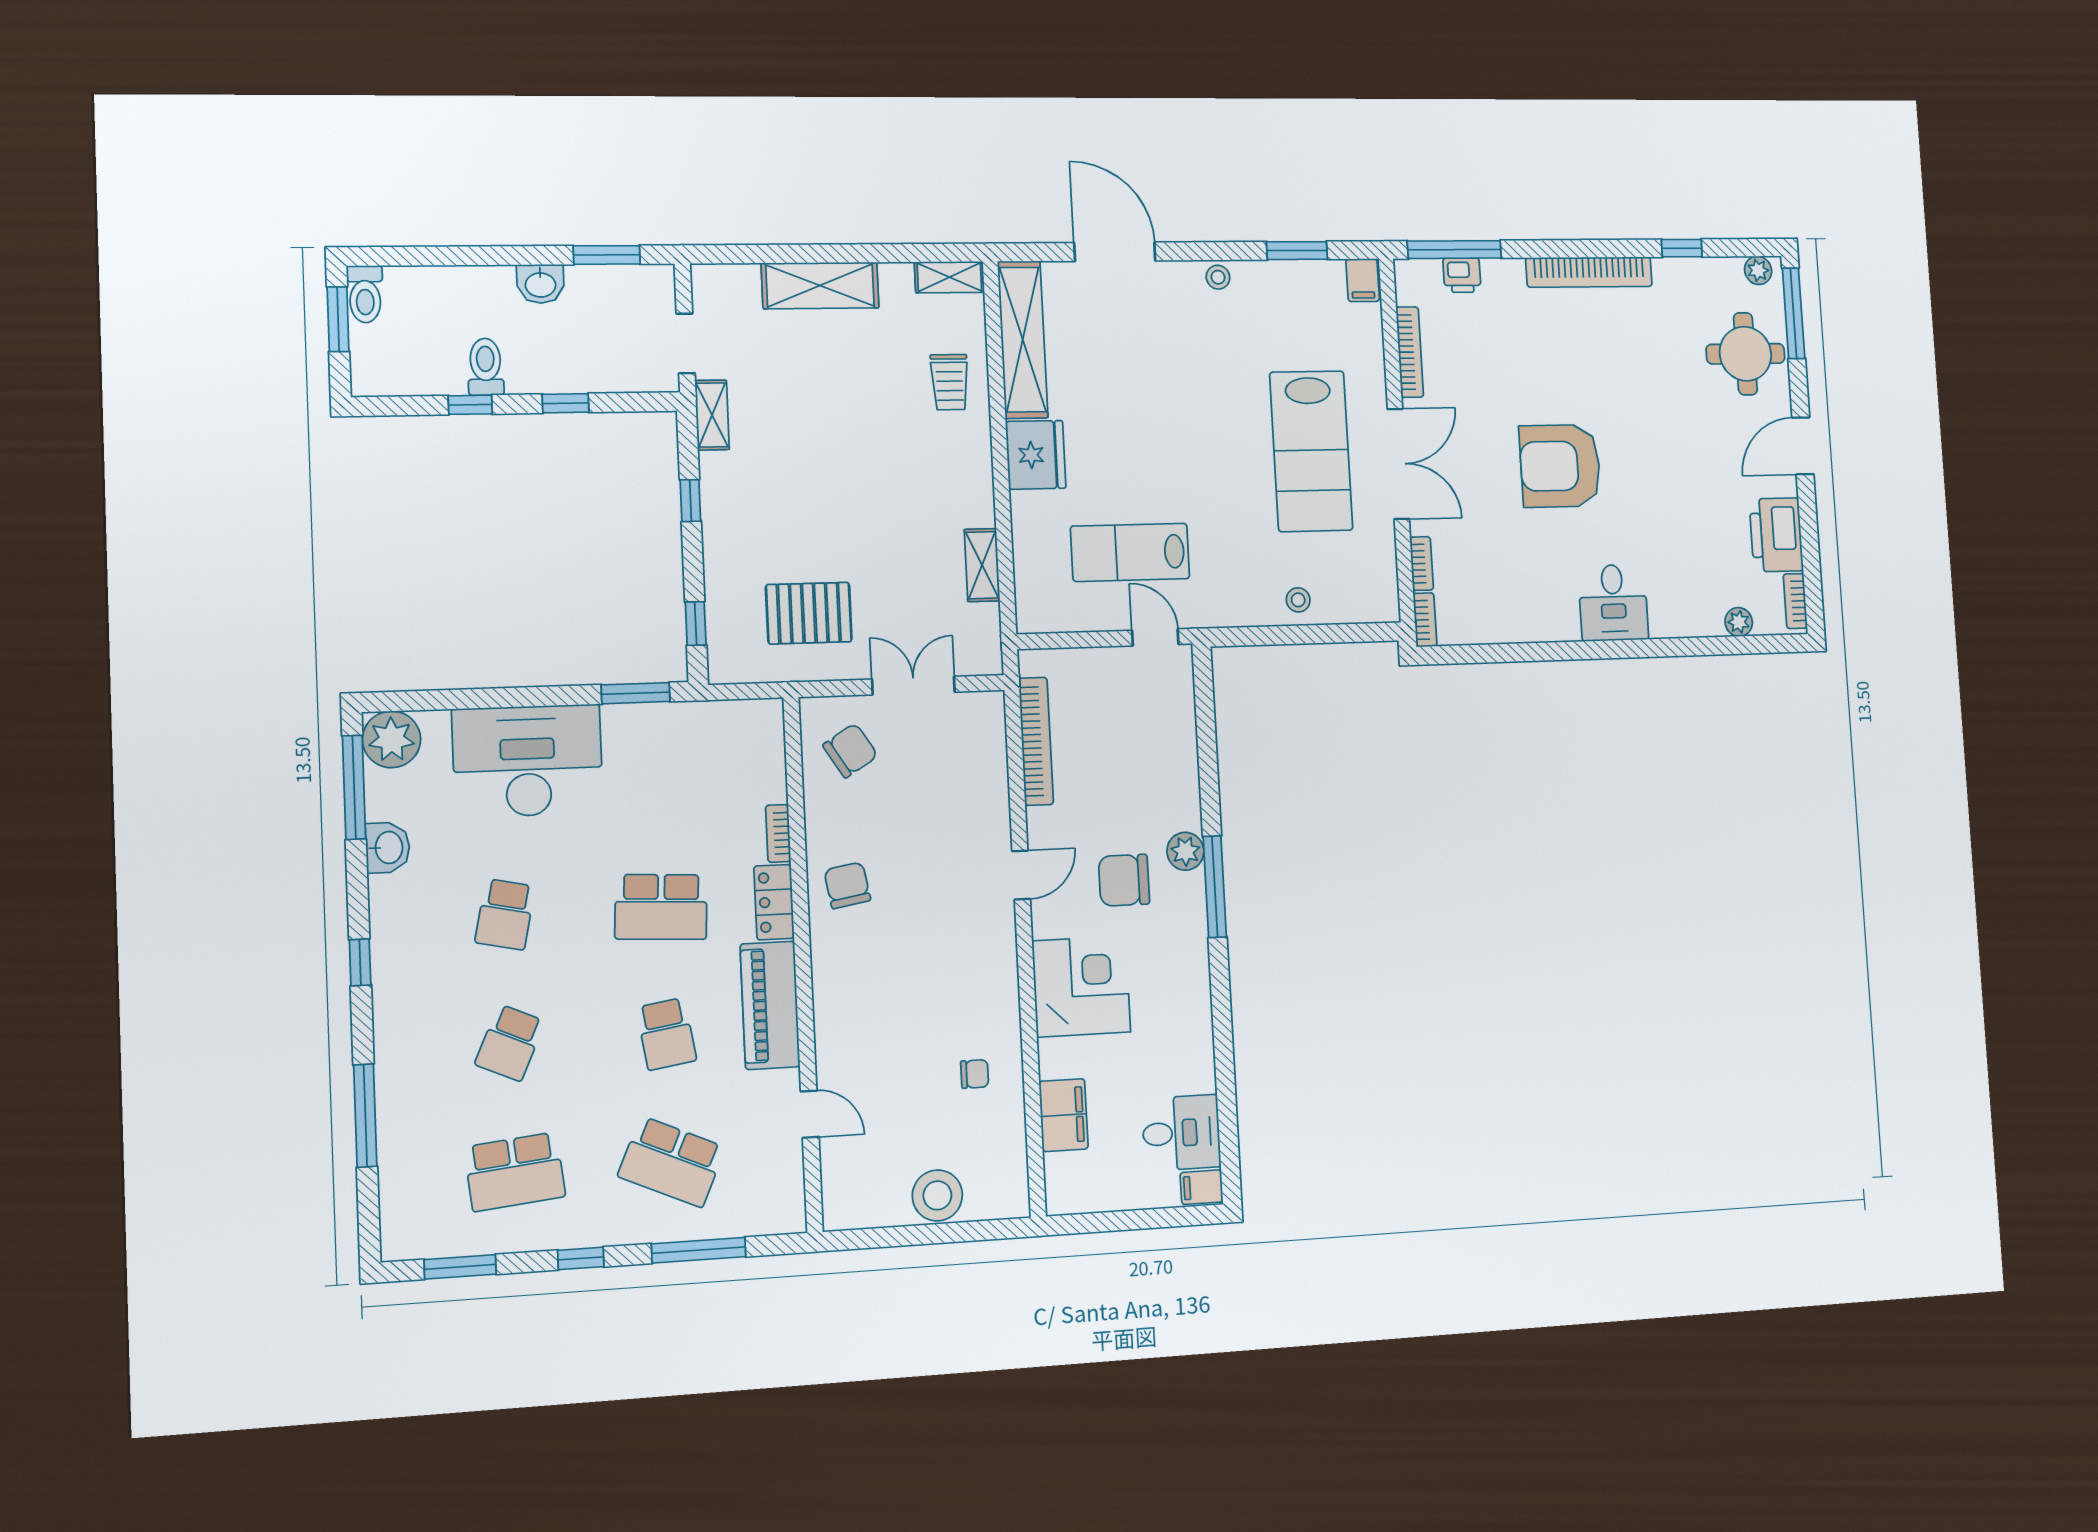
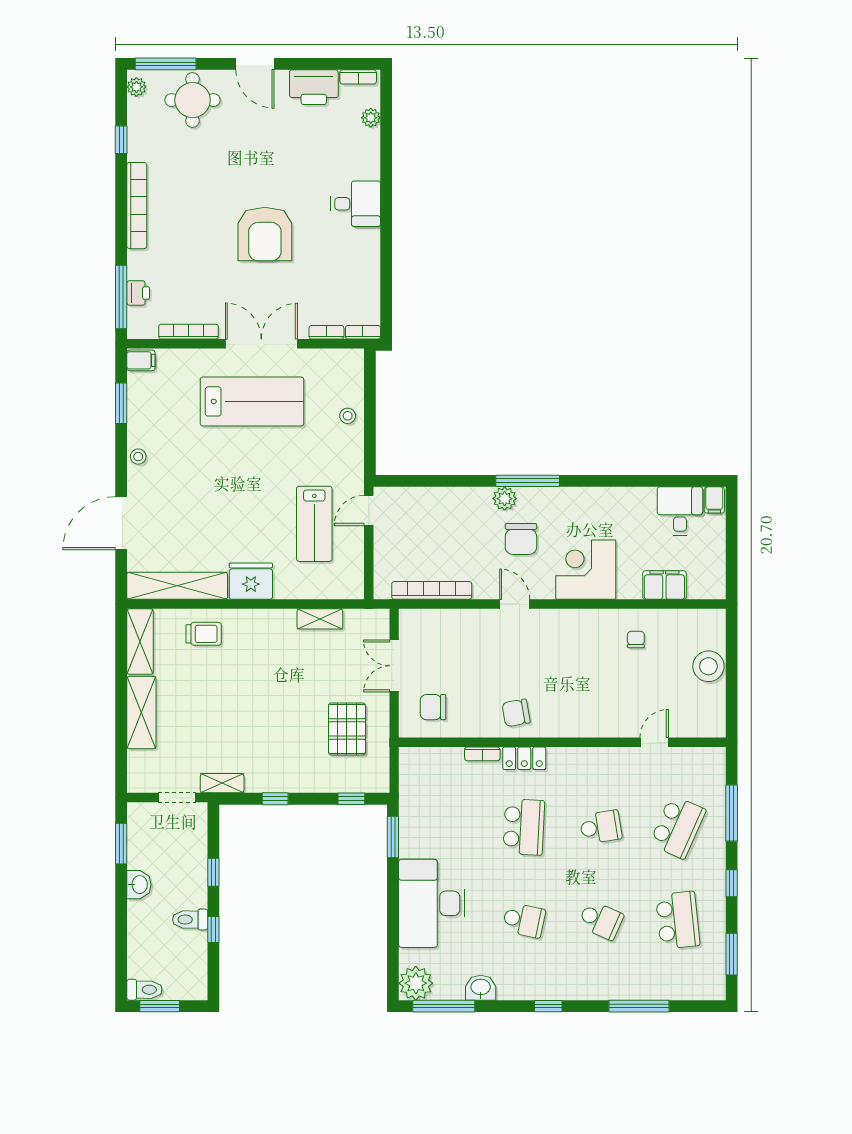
shelving: (949, 277) -> (140, 642), width x1.50, depth x1.33
chair: (850, 750) -> (433, 707), turned -58
piano: (770, 1005) -> (587, 764), removed

